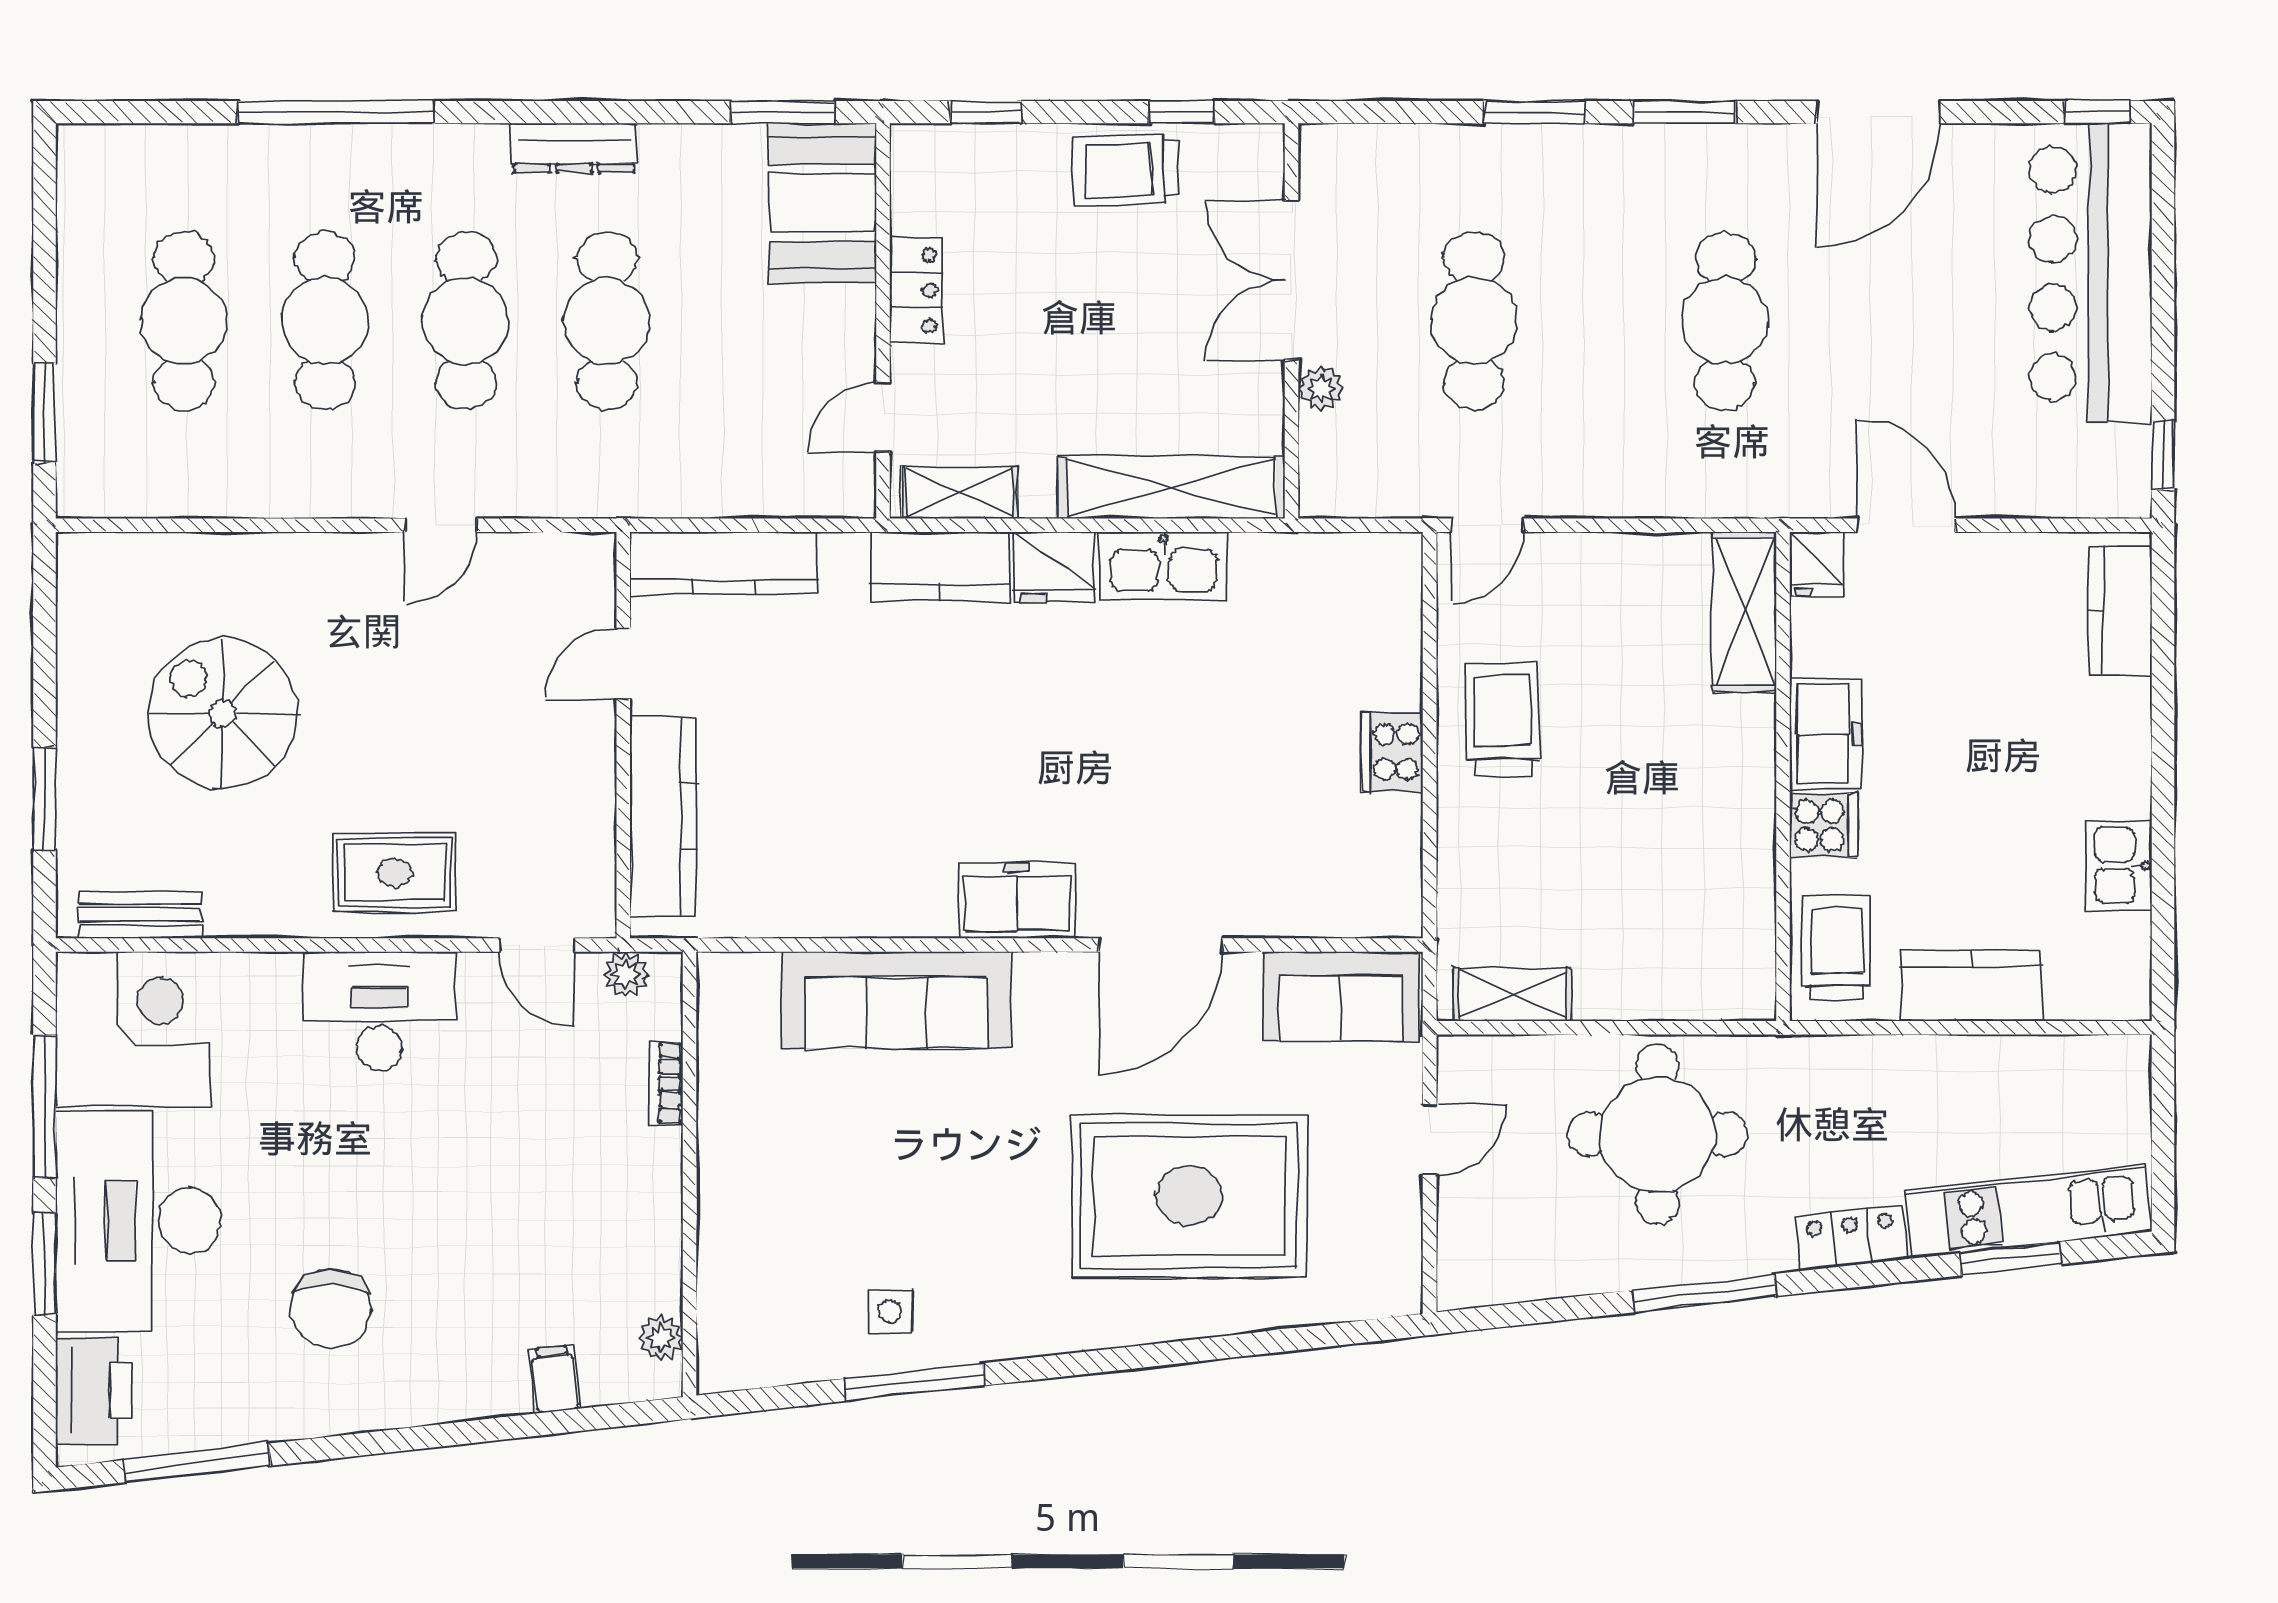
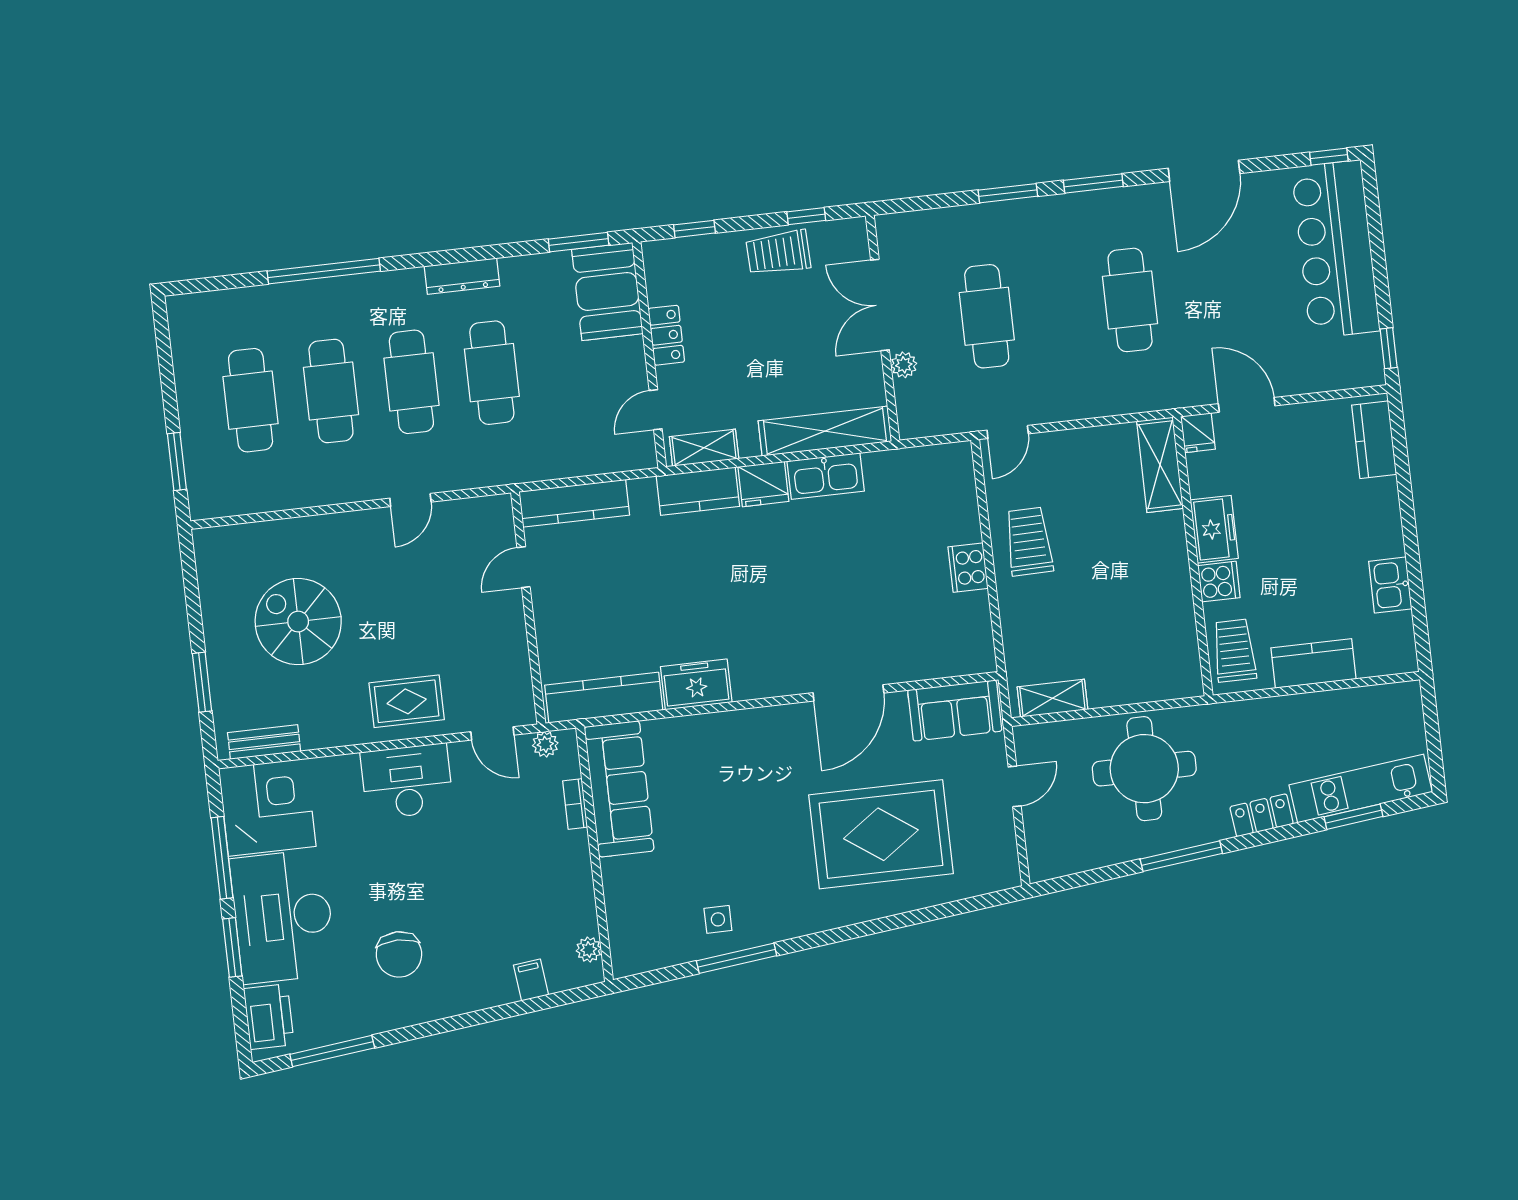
kitchen counter: (663, 816) -> (604, 698), moved, turned -90
freezer: (1017, 900) -> (696, 684), moved
sofa: (896, 1000) -> (619, 789), moved, turned -90

